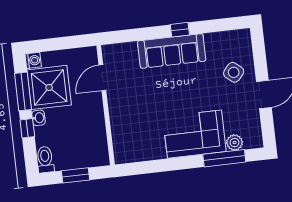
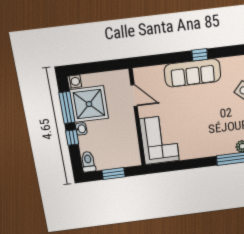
door: (102, 78) -> (134, 96), swing flipped
corner sofa: (194, 134) -> (159, 140), moved, turned 90

